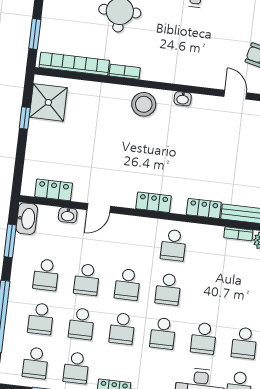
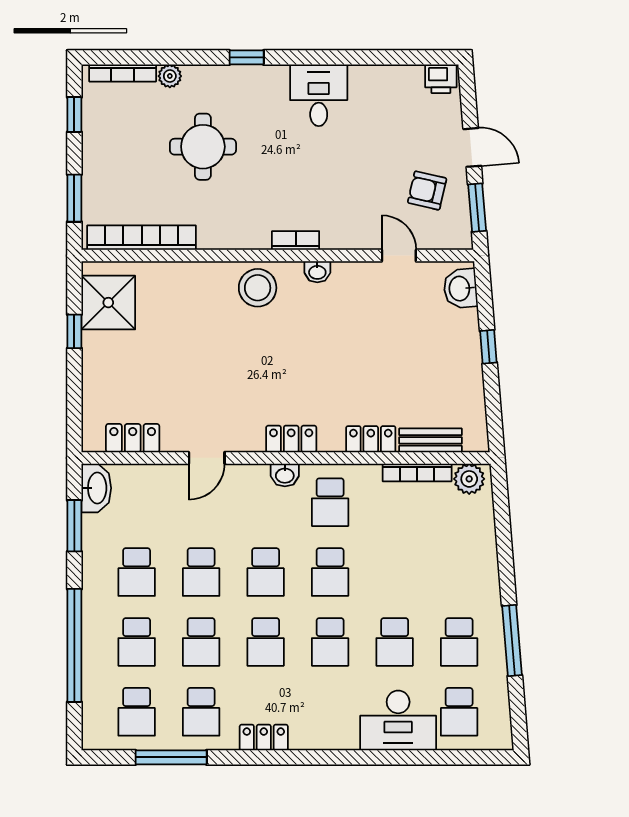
bookcase: (125, 72) -> (296, 241), moved
washbasin: (68, 215) -> (285, 475), moved
bookcase: (238, 234) -> (417, 472), width x1.56

